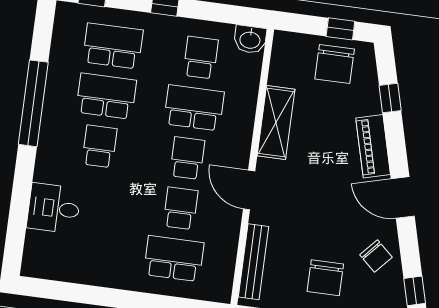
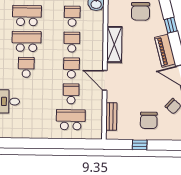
school desk: (194, 108) -> (72, 42), width x0.54
bench: (254, 262) -> (111, 116), width x0.73

